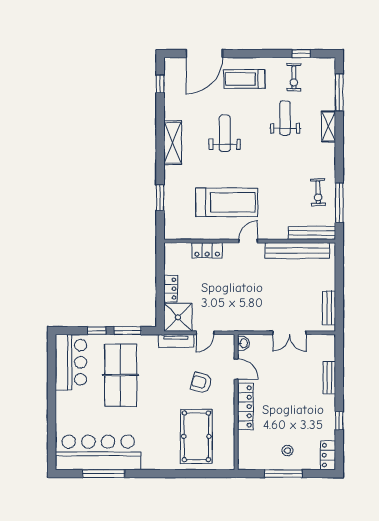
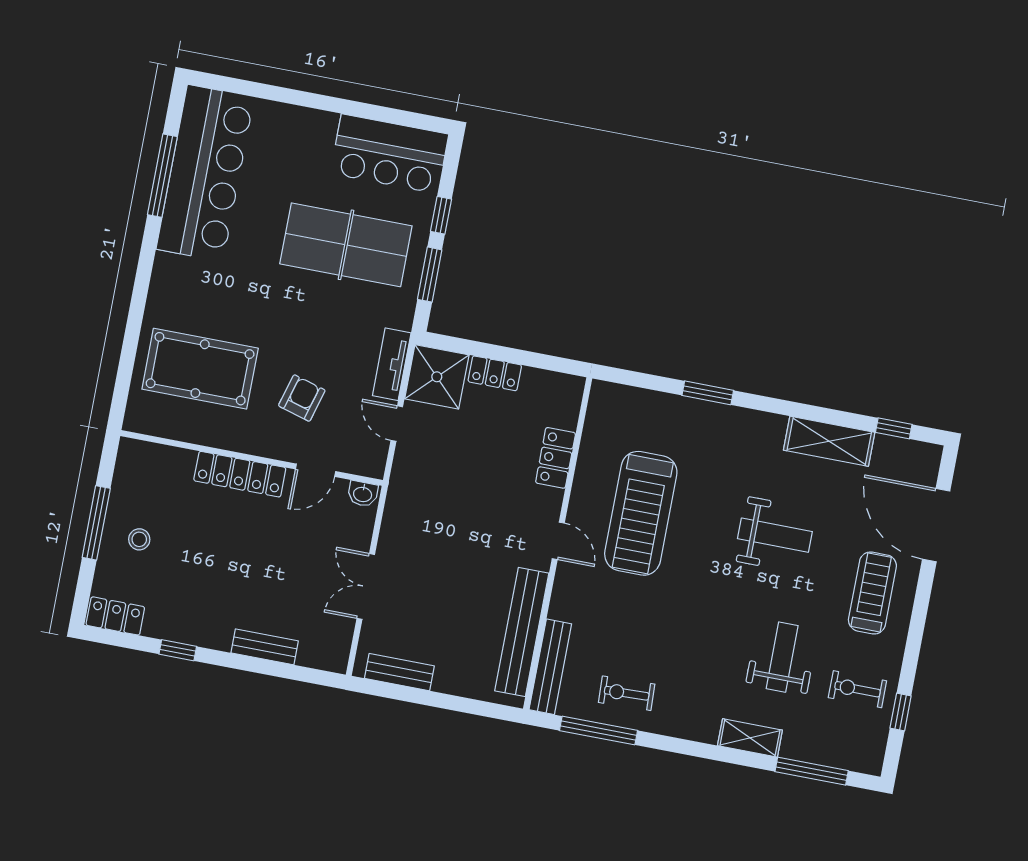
weight bench: (285, 118) -> (782, 657), turned -90
shelving: (173, 143) -> (829, 441), moved
window: (160, 198) -> (708, 393), moved

